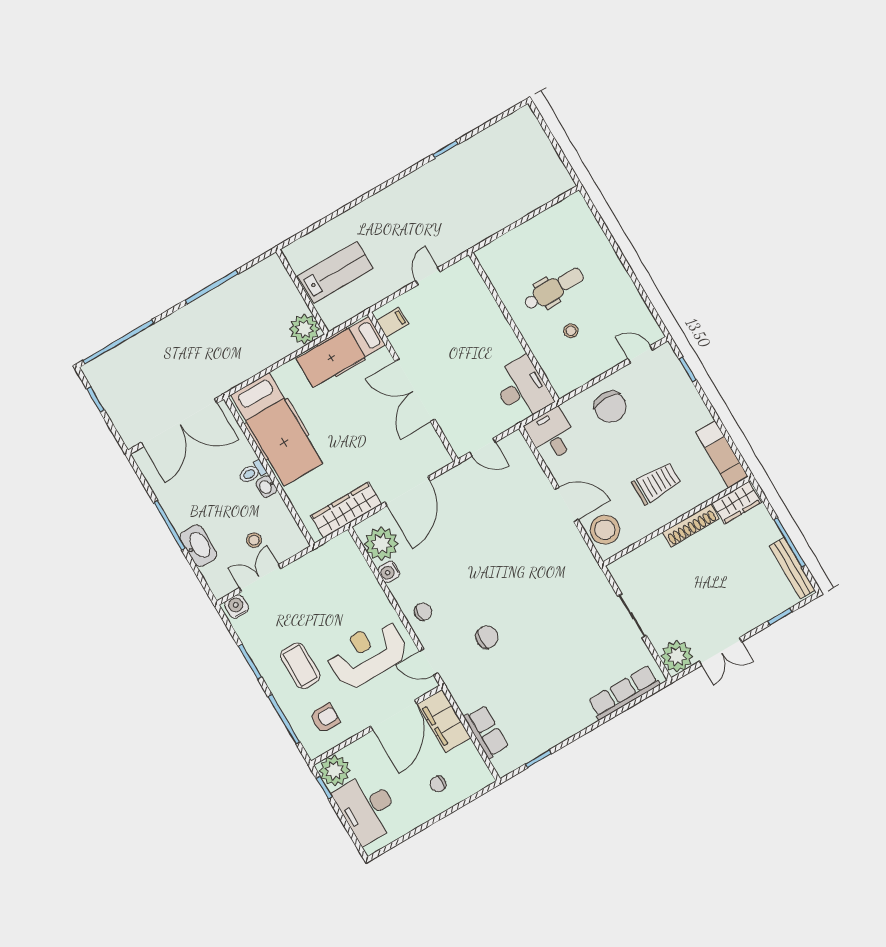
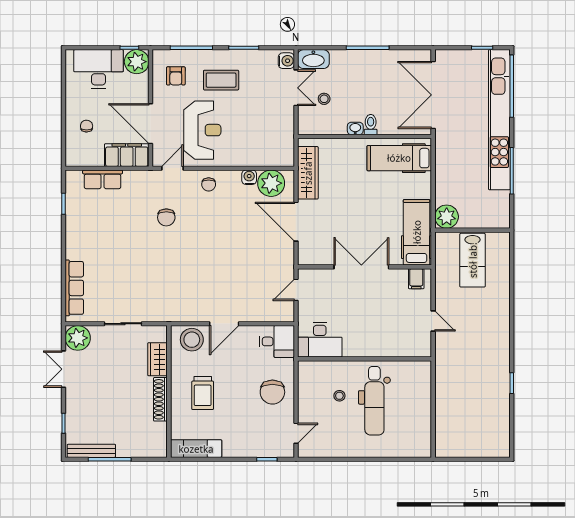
dental chair: (554, 289) -> (374, 401), width x1.36, depth x1.38
kitchen unit: (163, 334) -> (499, 120), added
chair: (610, 407) -> (272, 392), turned -90
hospital bed: (277, 429) -> (399, 158), width x0.73, depth x0.78
wardrobe: (737, 503) -> (158, 359), moved
washbasin: (198, 546) -> (313, 59), moved

